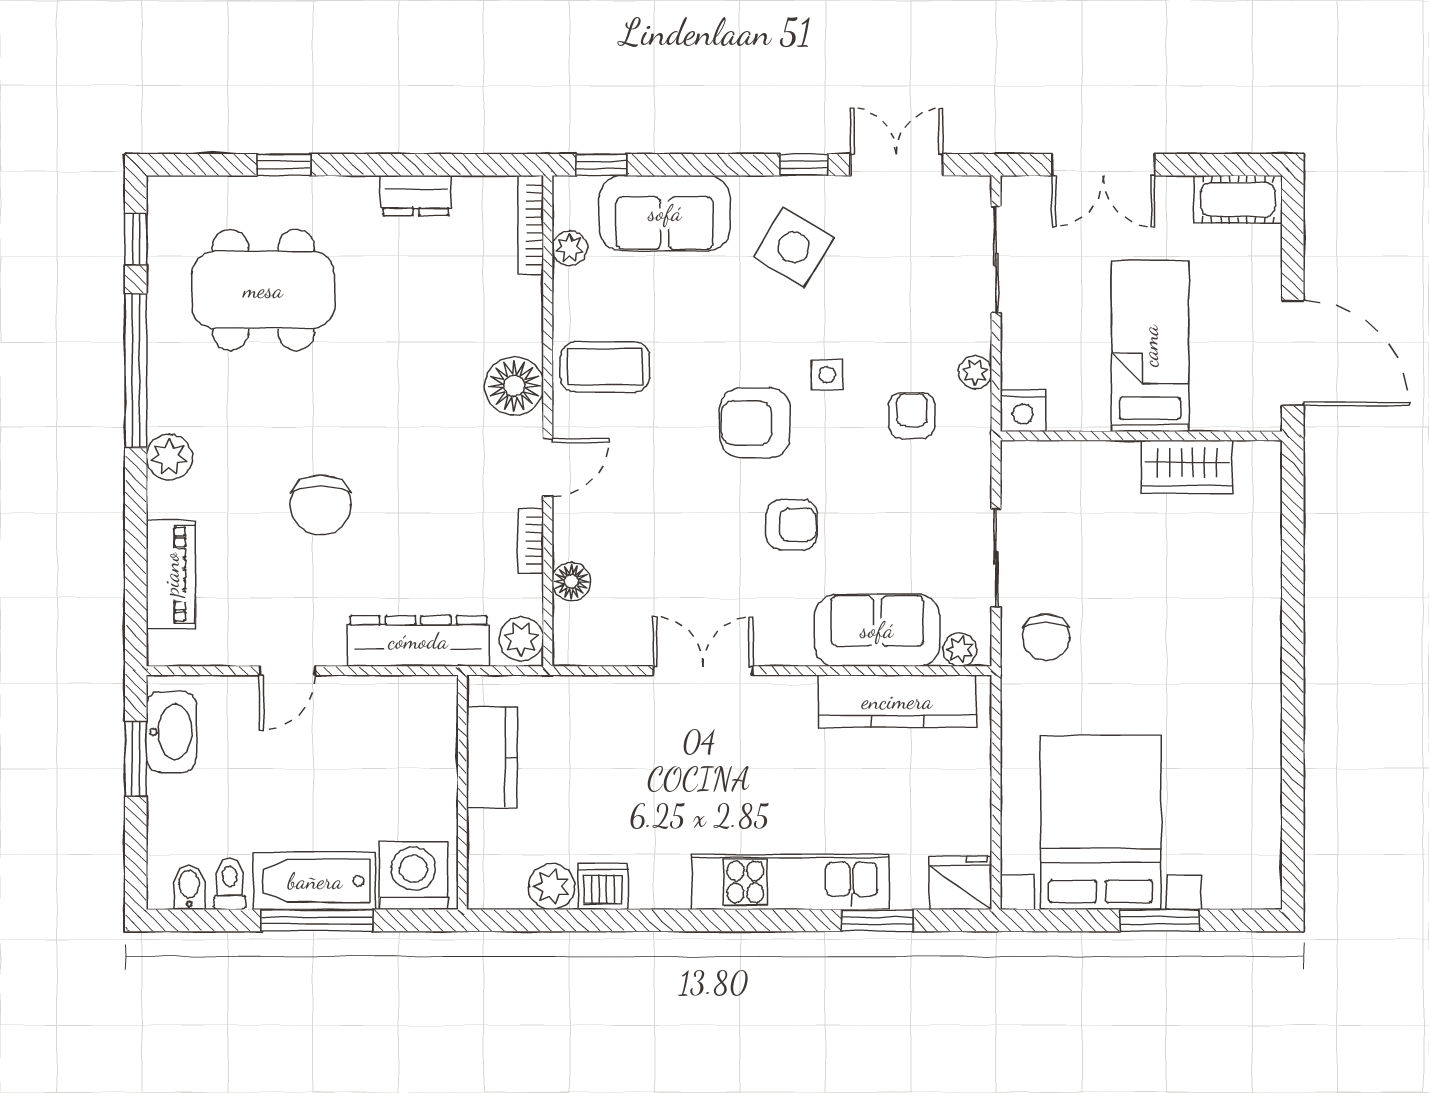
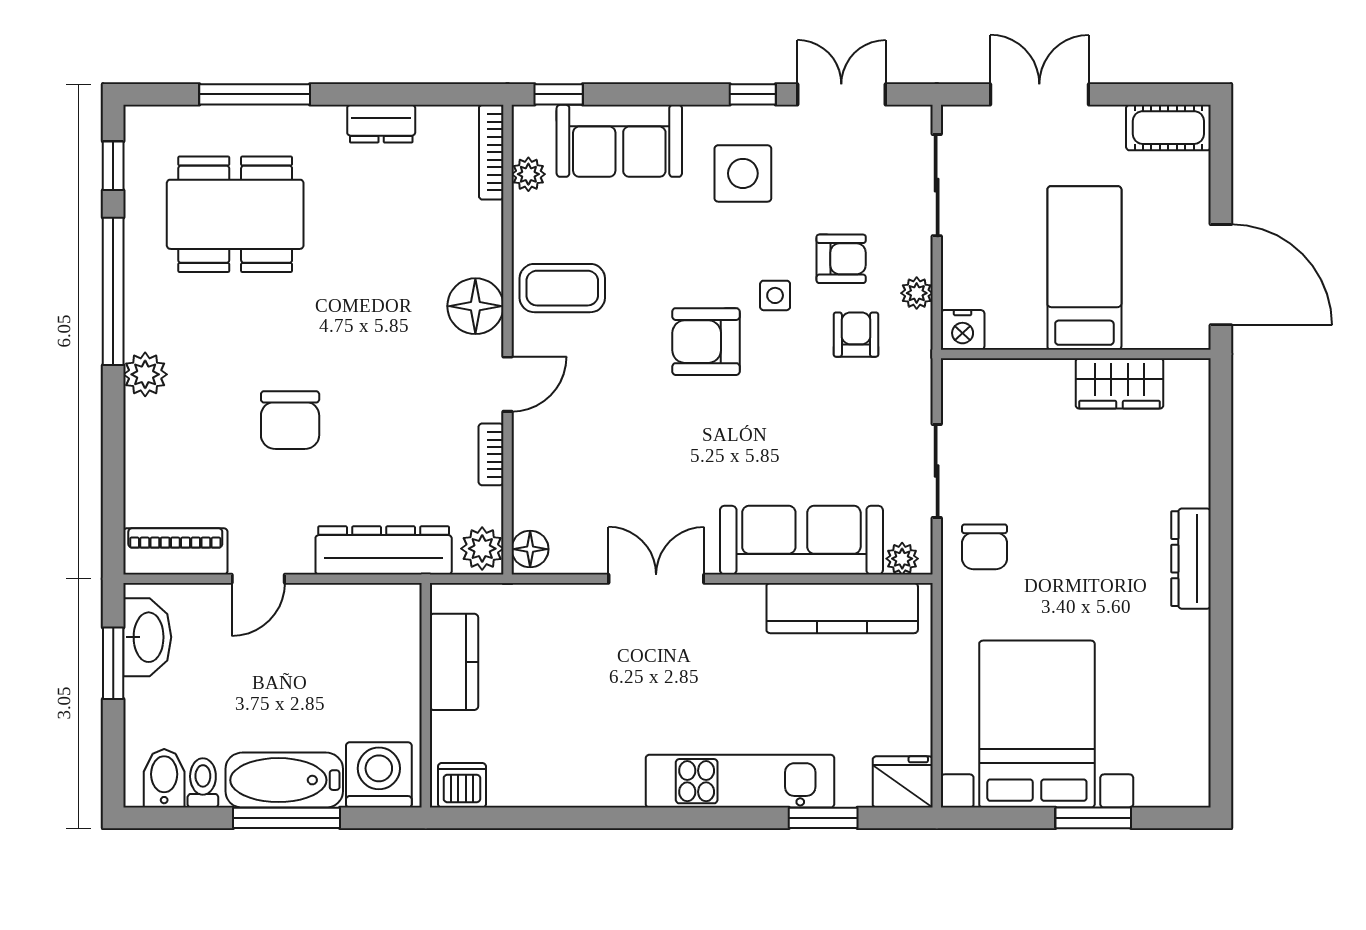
window: (284, 165) -> (255, 94), width x2.17
double door: (1103, 165) -> (1039, 94), swing flipped
side table: (794, 247) -> (743, 173), turned -31
armchair: (792, 525) -> (841, 259), moved
piano: (171, 574) -> (175, 551), moved, turned -90
floor lamp: (571, 582) -> (530, 549), moved
sofa: (877, 630) -> (801, 540), width x1.36
dresser: (1262, 650) -> (1191, 559), added
dishwasher: (603, 886) -> (462, 785), moved
bidet: (189, 887) -> (164, 778), width x1.38, depth x1.36
plant: (552, 887) -> (511, 786), removed

